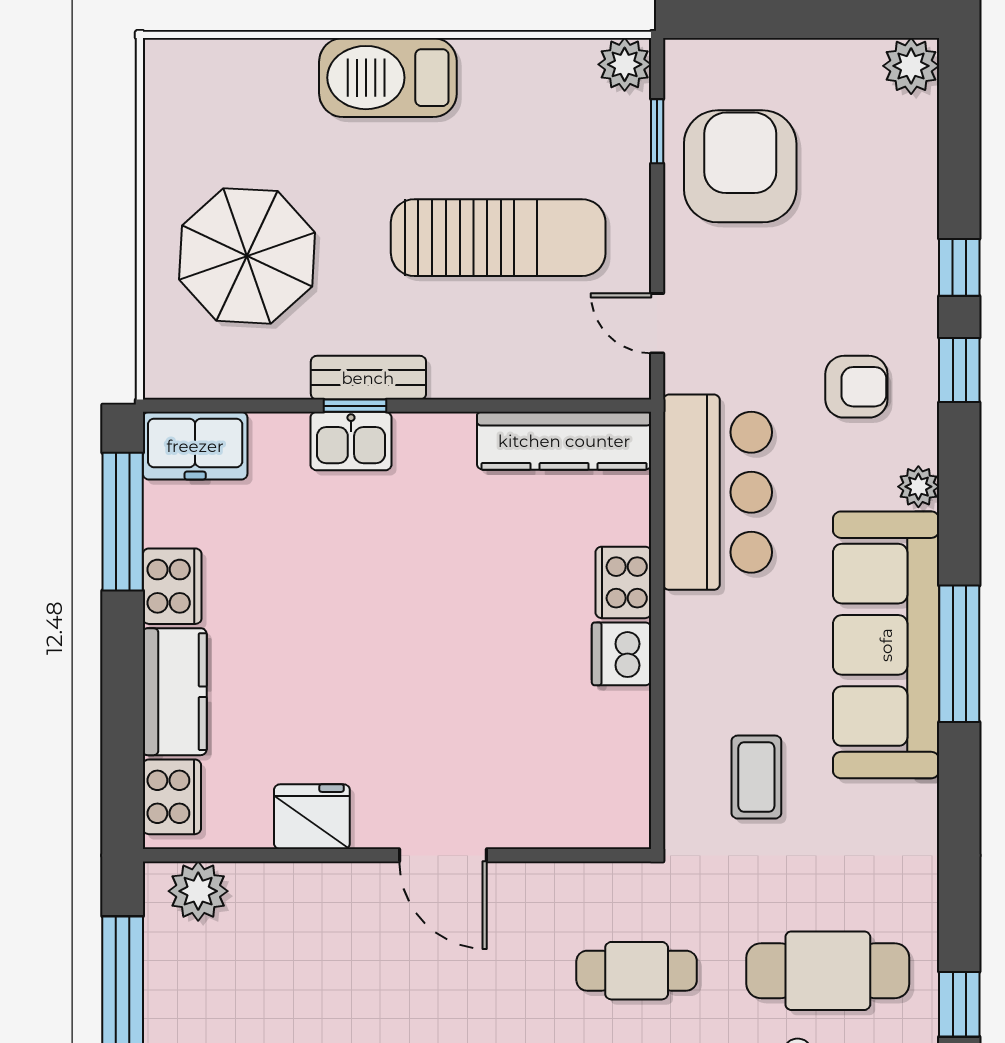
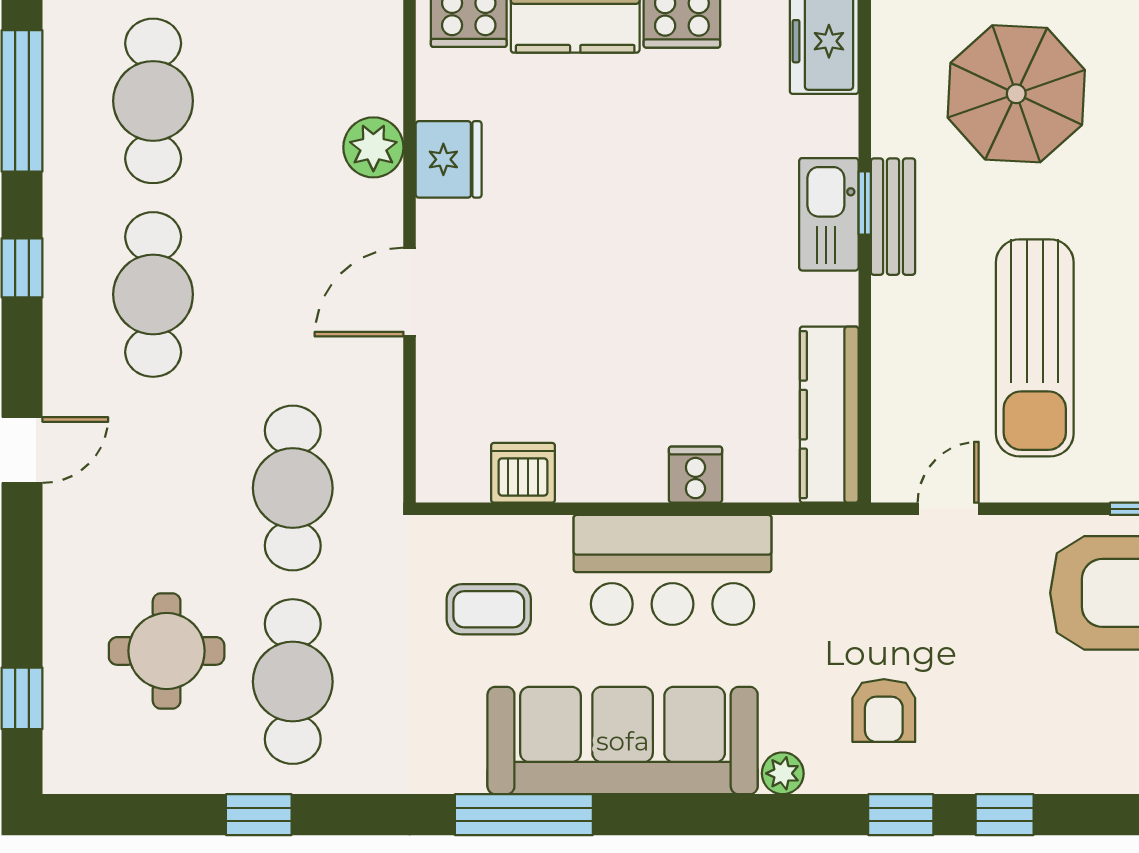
kitchen sink: (351, 441) -> (829, 214), width x1.38
bar counter: (718, 492) -> (673, 570), moved
cooker: (623, 582) -> (695, 475), width x0.73
dishwasher: (622, 654) -> (523, 473), moved
window: (959, 654) -> (524, 815), moved
plant: (198, 891) -> (373, 147), moved
cafe table: (637, 971) -> (293, 488), width x1.37, depth x1.35

